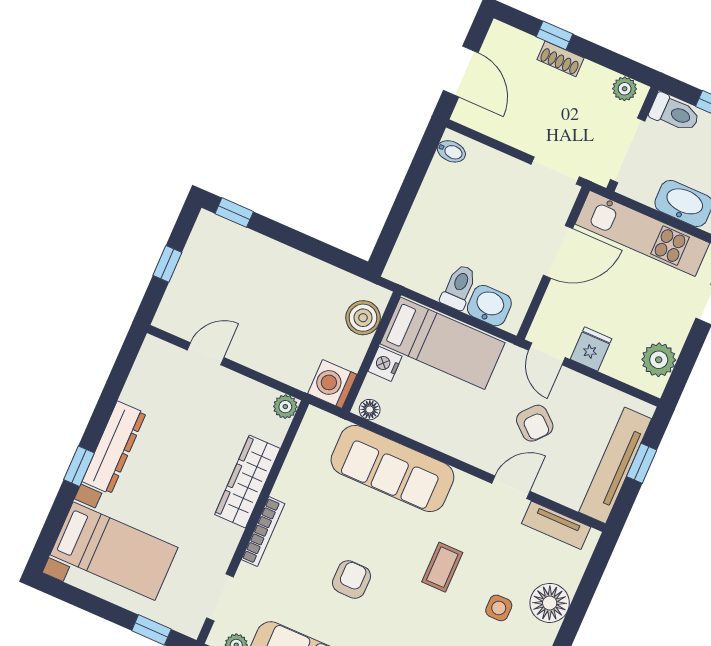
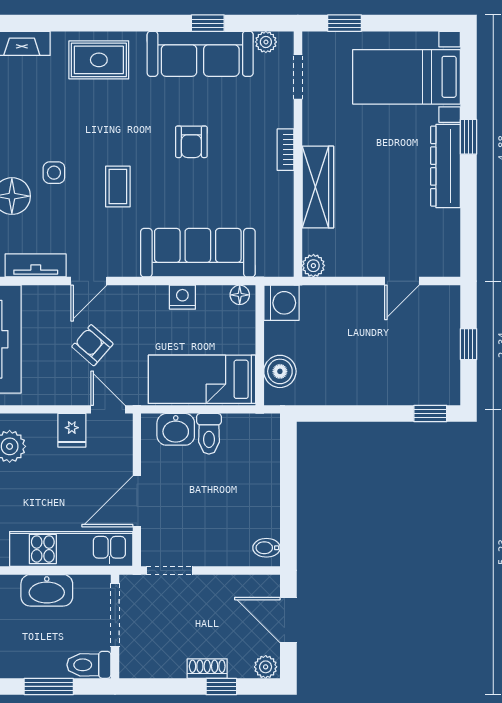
plant: (625, 89) -> (266, 667), moved
nightstand: (385, 364) -> (182, 297), moved, turned -90
bookcase: (263, 532) -> (286, 150), width x0.64

